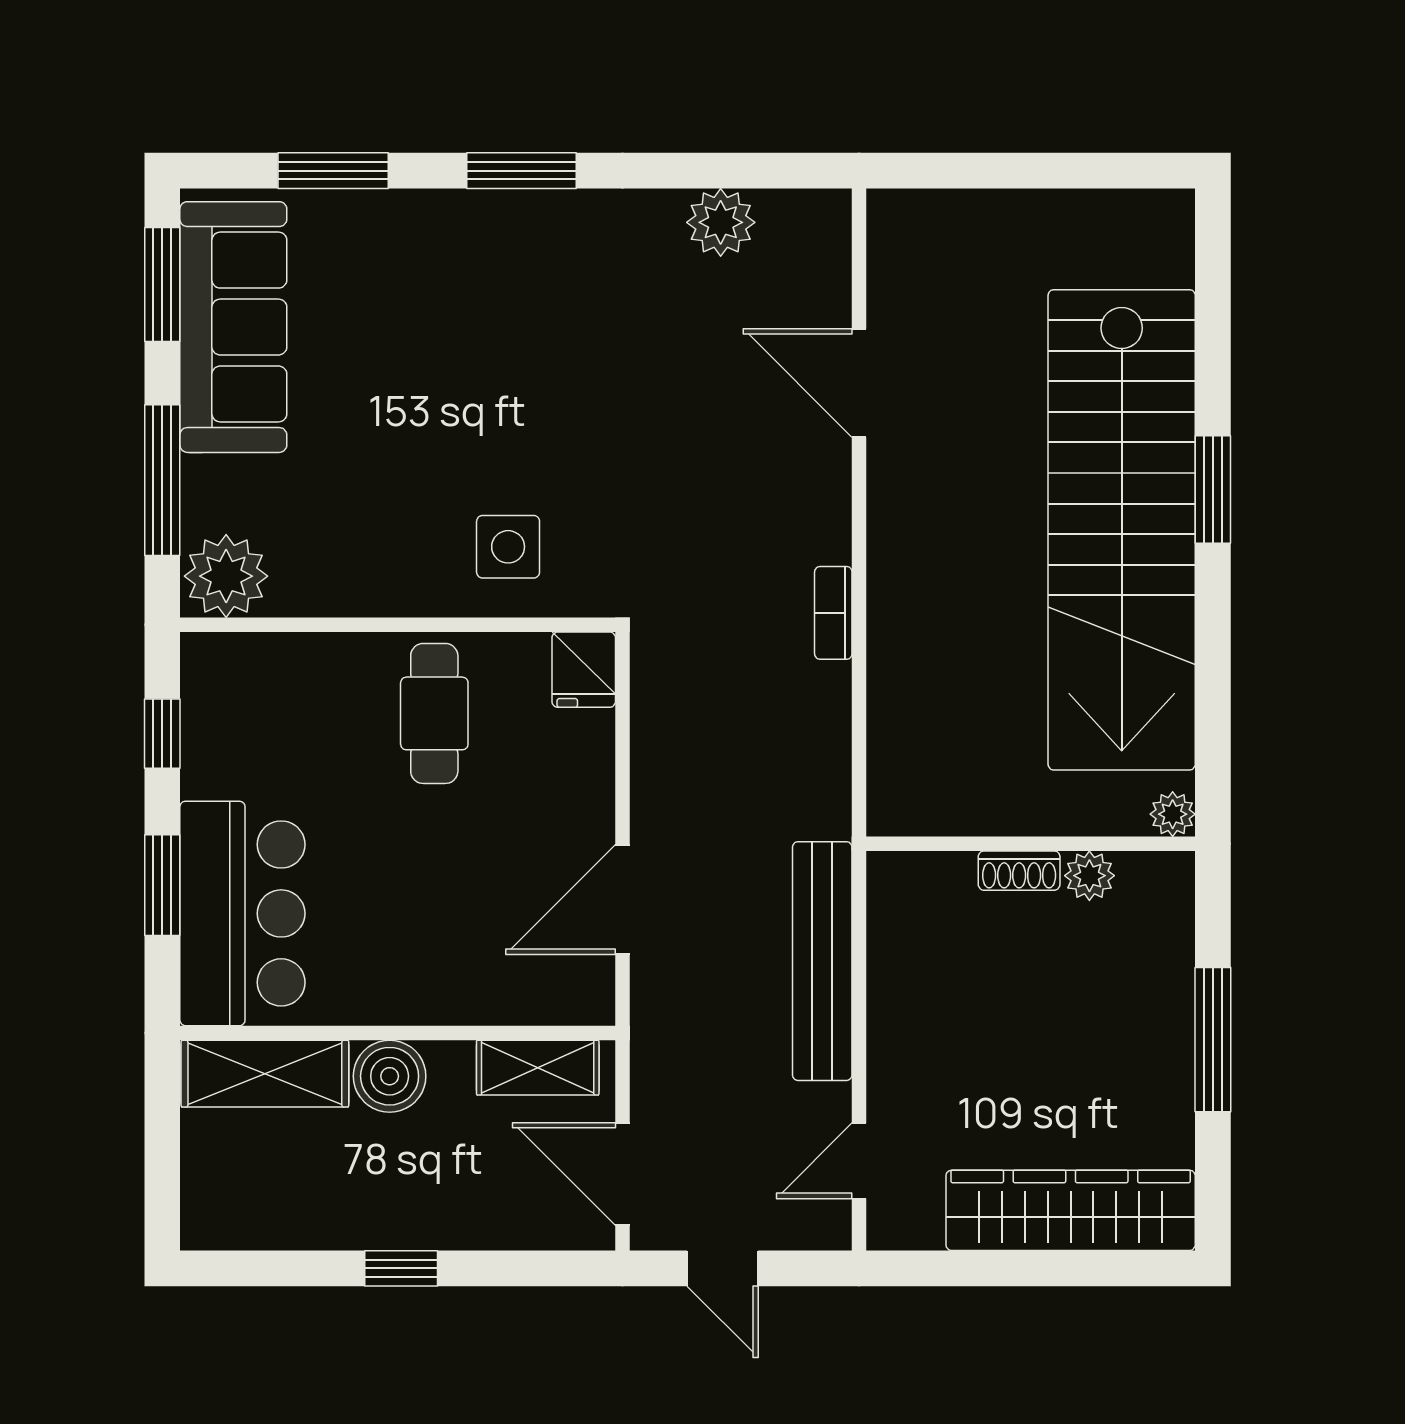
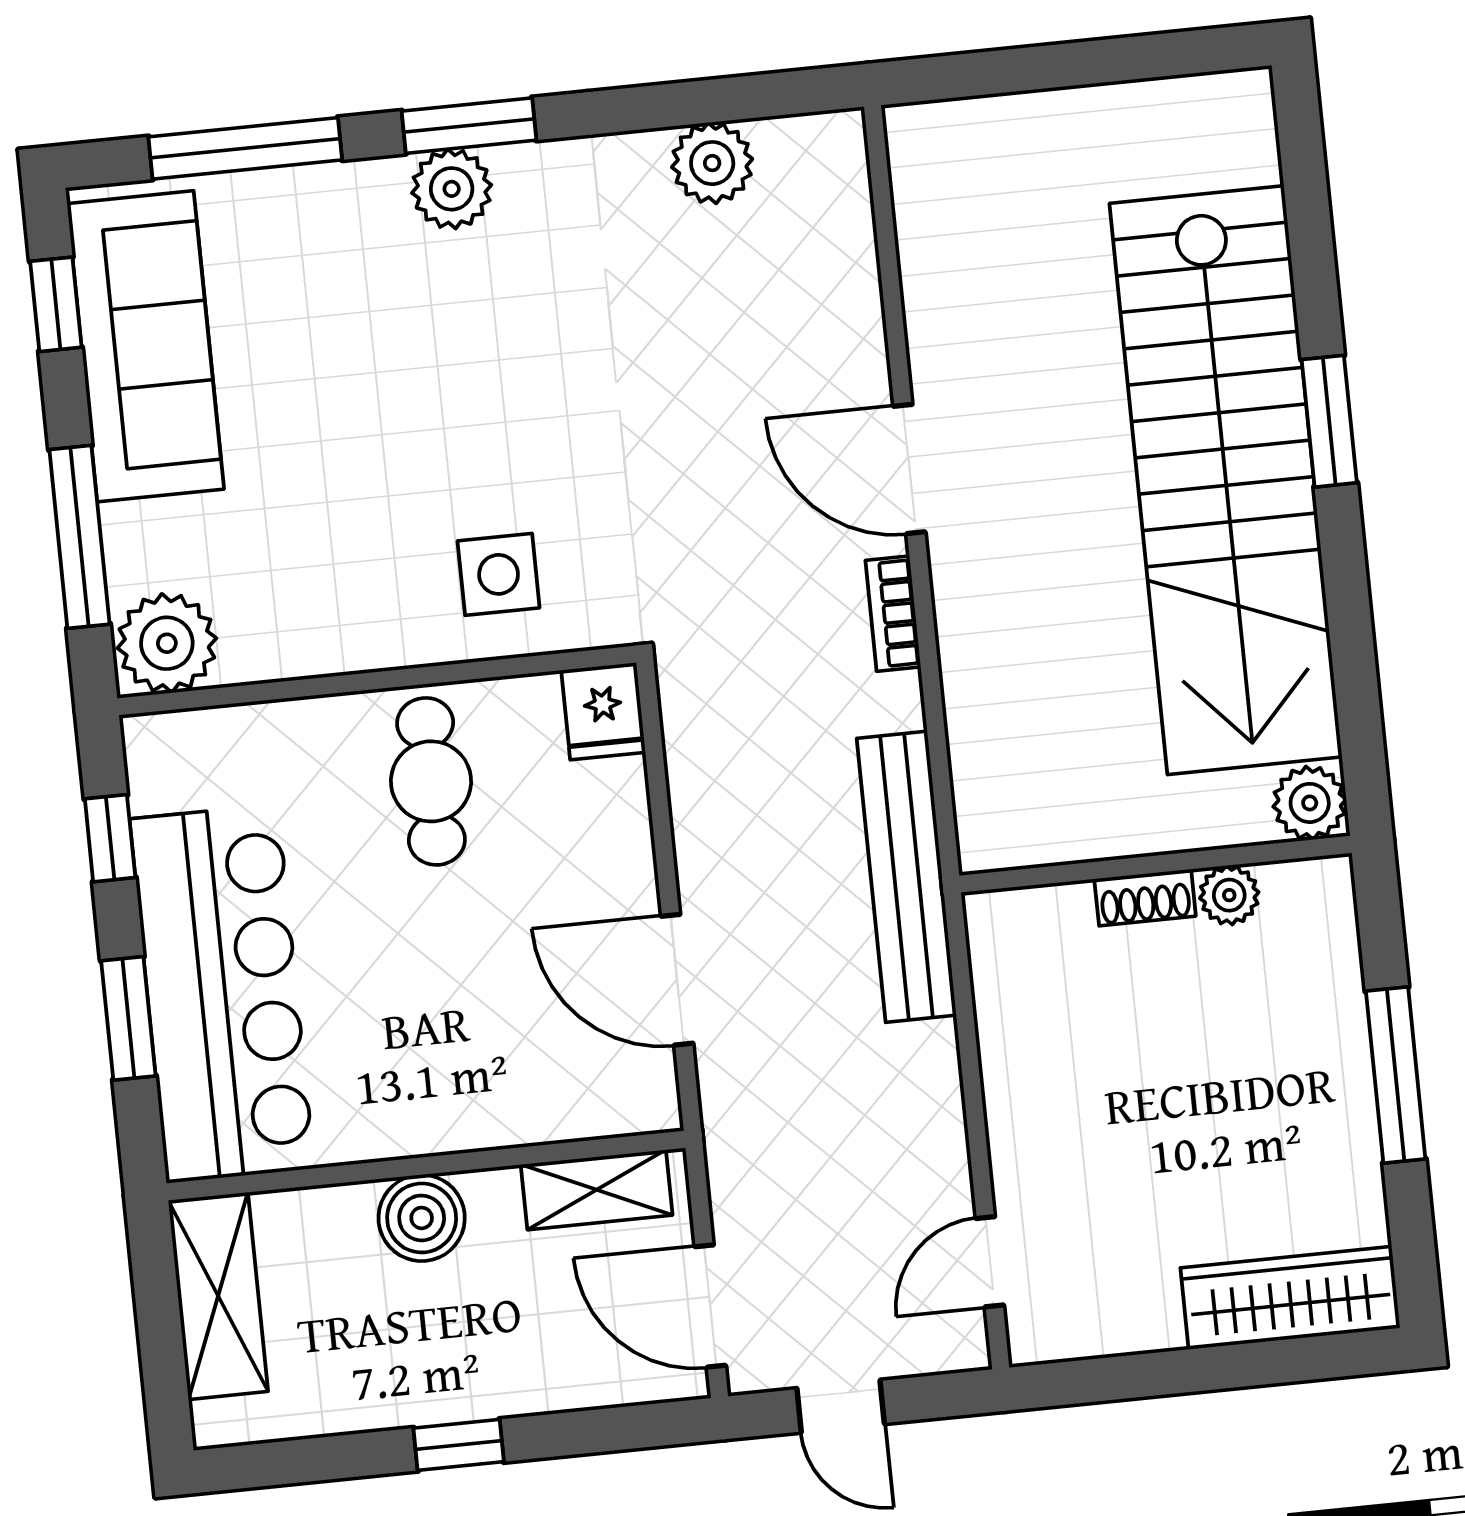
window: (333, 171) -> (245, 148), width x1.44
plant: (502, 222) -> (452, 189), added
window: (162, 284) -> (56, 304), width x0.67
door: (859, 383) -> (909, 469), moved
plant: (1173, 814) -> (1310, 803), width x1.38, depth x1.38
door: (622, 899) -> (677, 980), hinge flipped
bar counter: (242, 913) -> (222, 994), width x1.36
bench: (822, 961) -> (907, 877), moved
shelving: (265, 1074) -> (218, 1296), moved, turned 90
wardrobe: (1071, 1210) -> (1290, 1298), width x0.71, depth x0.85

